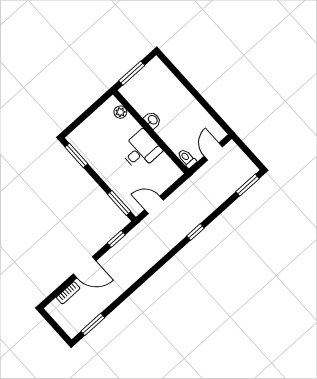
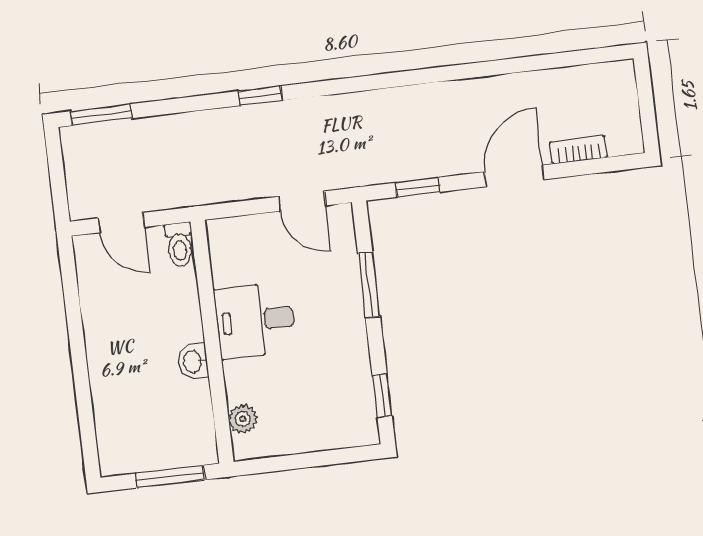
door: (213, 152) -> (121, 223), hinge flipped
window: (76, 155) -> (382, 396), width x0.67
window: (119, 203) -> (369, 285), moved
door: (85, 267) -> (514, 176), hinge flipped
window: (93, 324) -> (574, 58), removed

